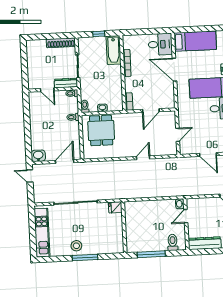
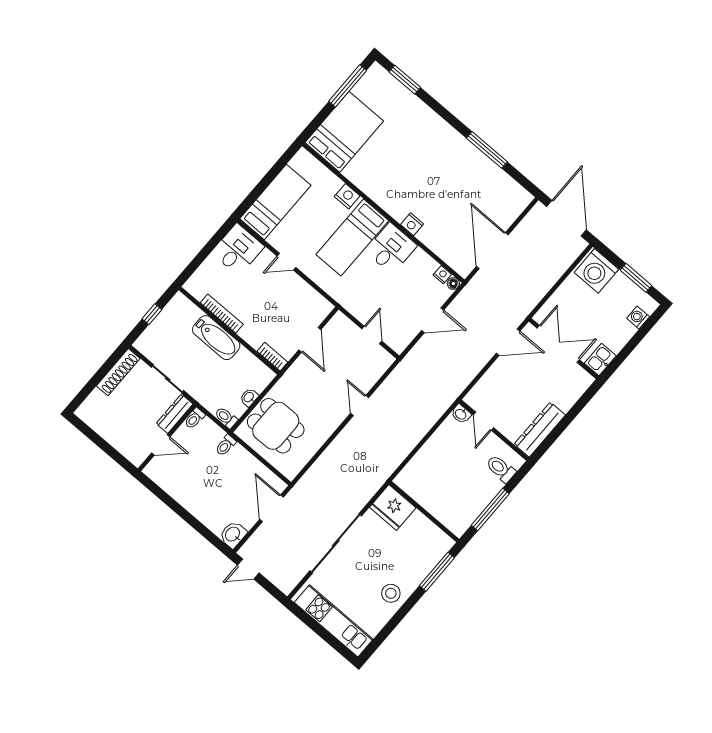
bathtub: (114, 50) -> (216, 338), moved
door: (174, 70) -> (286, 262), width x0.53
fridge: (115, 207) -> (393, 507), width x1.88, depth x1.34
window: (85, 257) -> (437, 572), moved

